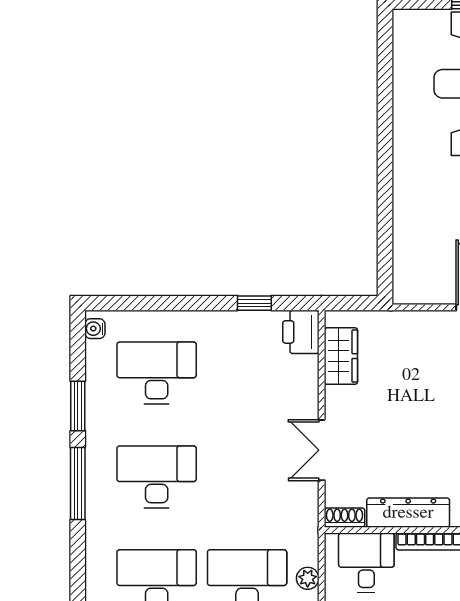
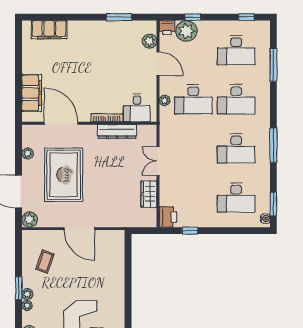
wardrobe: (341, 356) -> (149, 194), moved
window: (78, 406) -> (273, 204), moved
double door: (322, 450) -> (158, 161), swing flipped
shoe rack: (345, 518) -> (147, 129), removed

